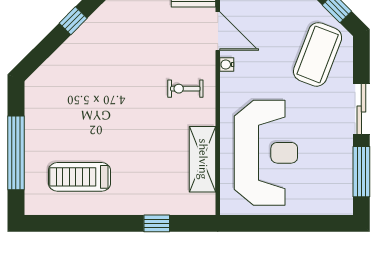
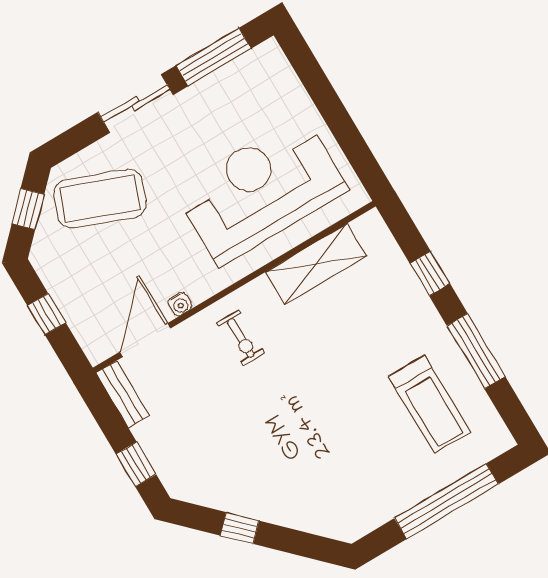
window: (94, 223) -> (476, 351), added

